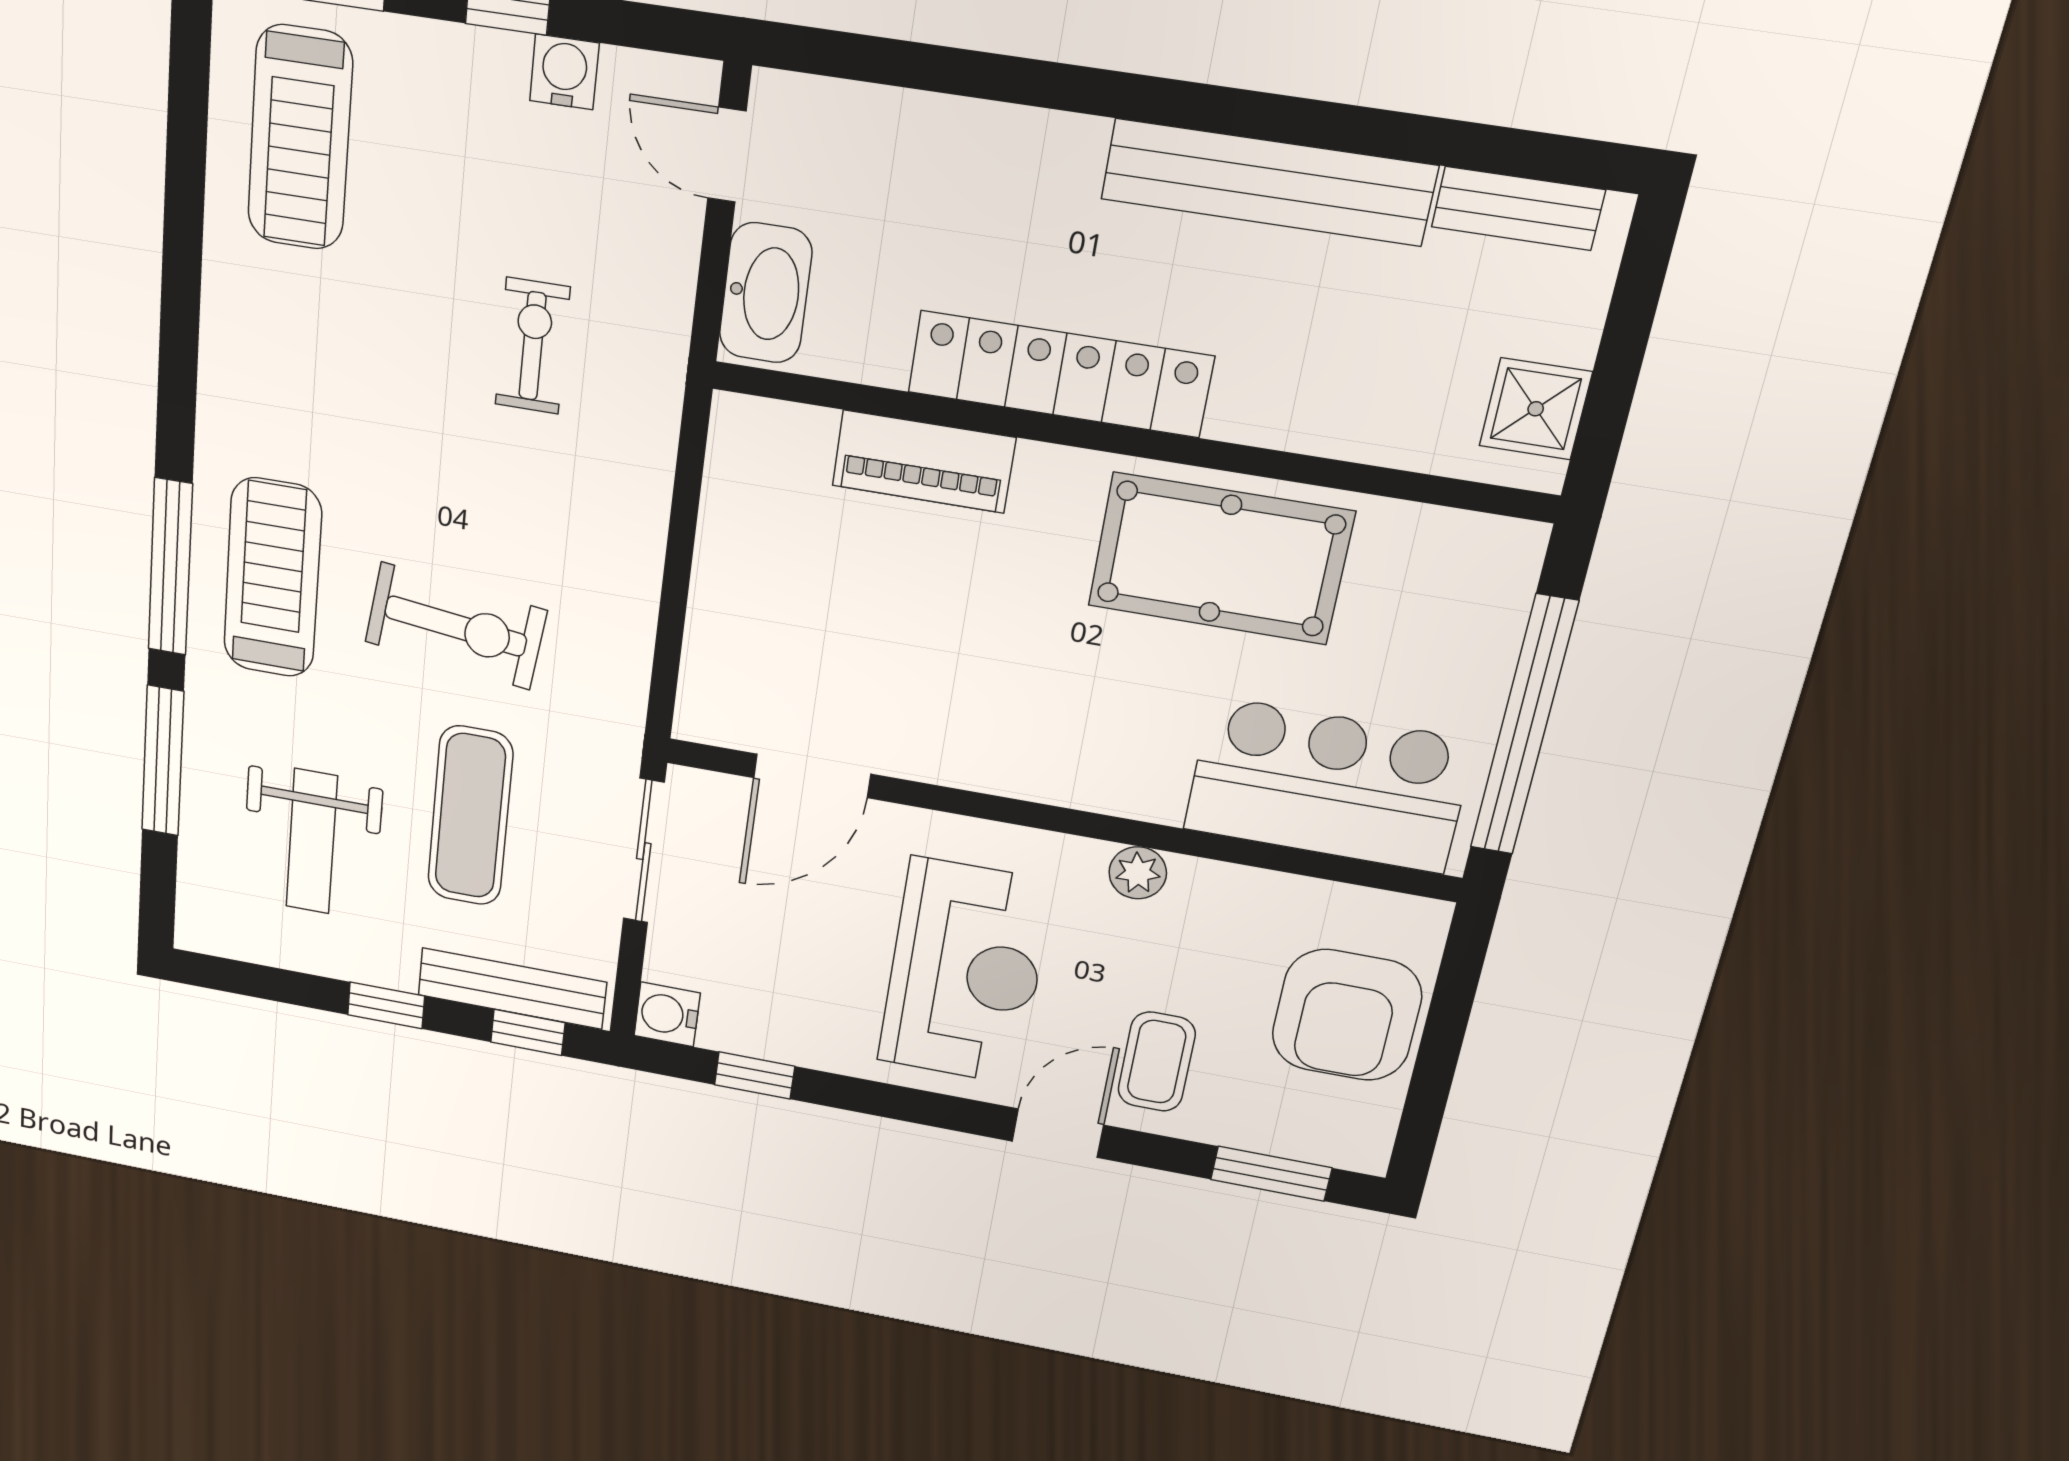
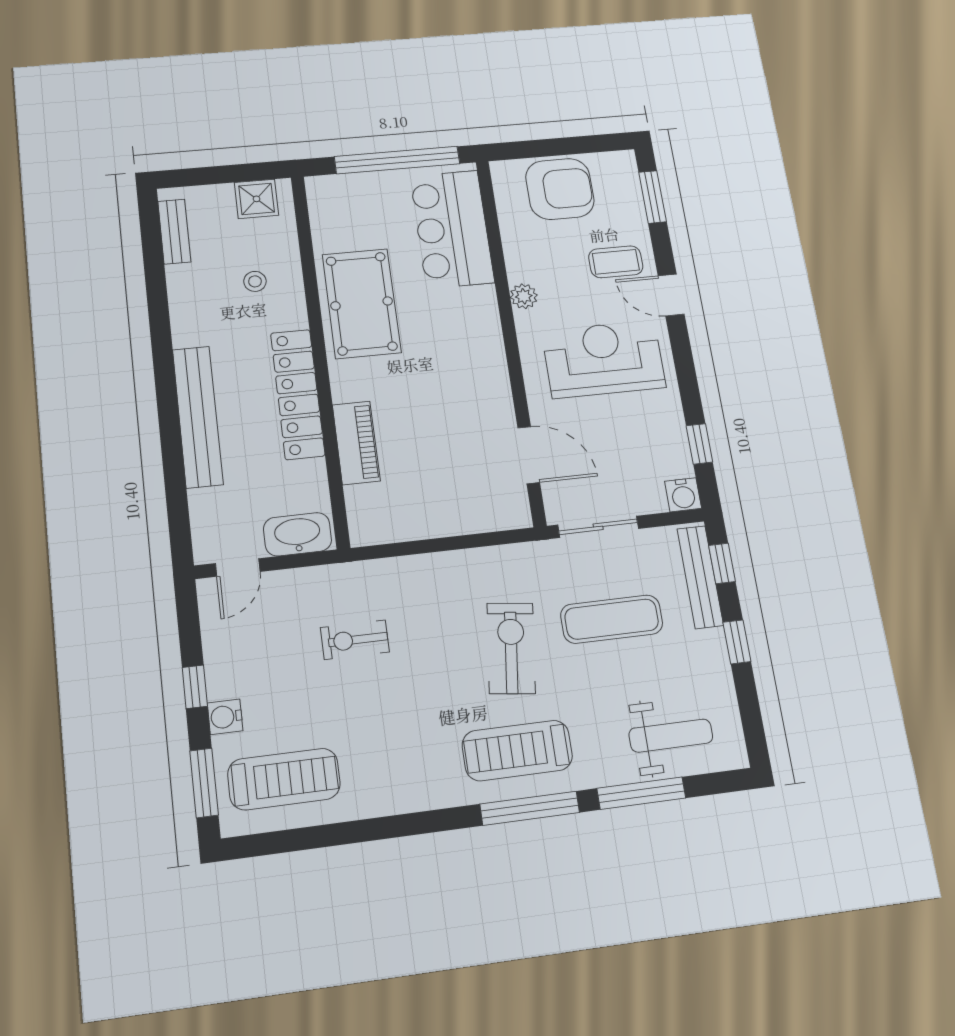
water cooler: (564, 72) -> (225, 717), moved
bench: (1268, 182) -> (198, 417), moved
stool: (1340, 354) -> (255, 281), added
weight bench: (312, 842) -> (671, 736), moved

